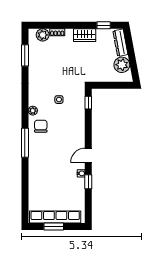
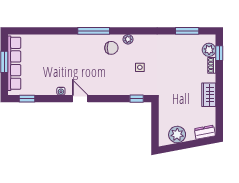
window: (104, 25) -> (219, 53), moved
dresser: (120, 43) -> (205, 132), width x0.70
window: (88, 182) -> (27, 99), moved

